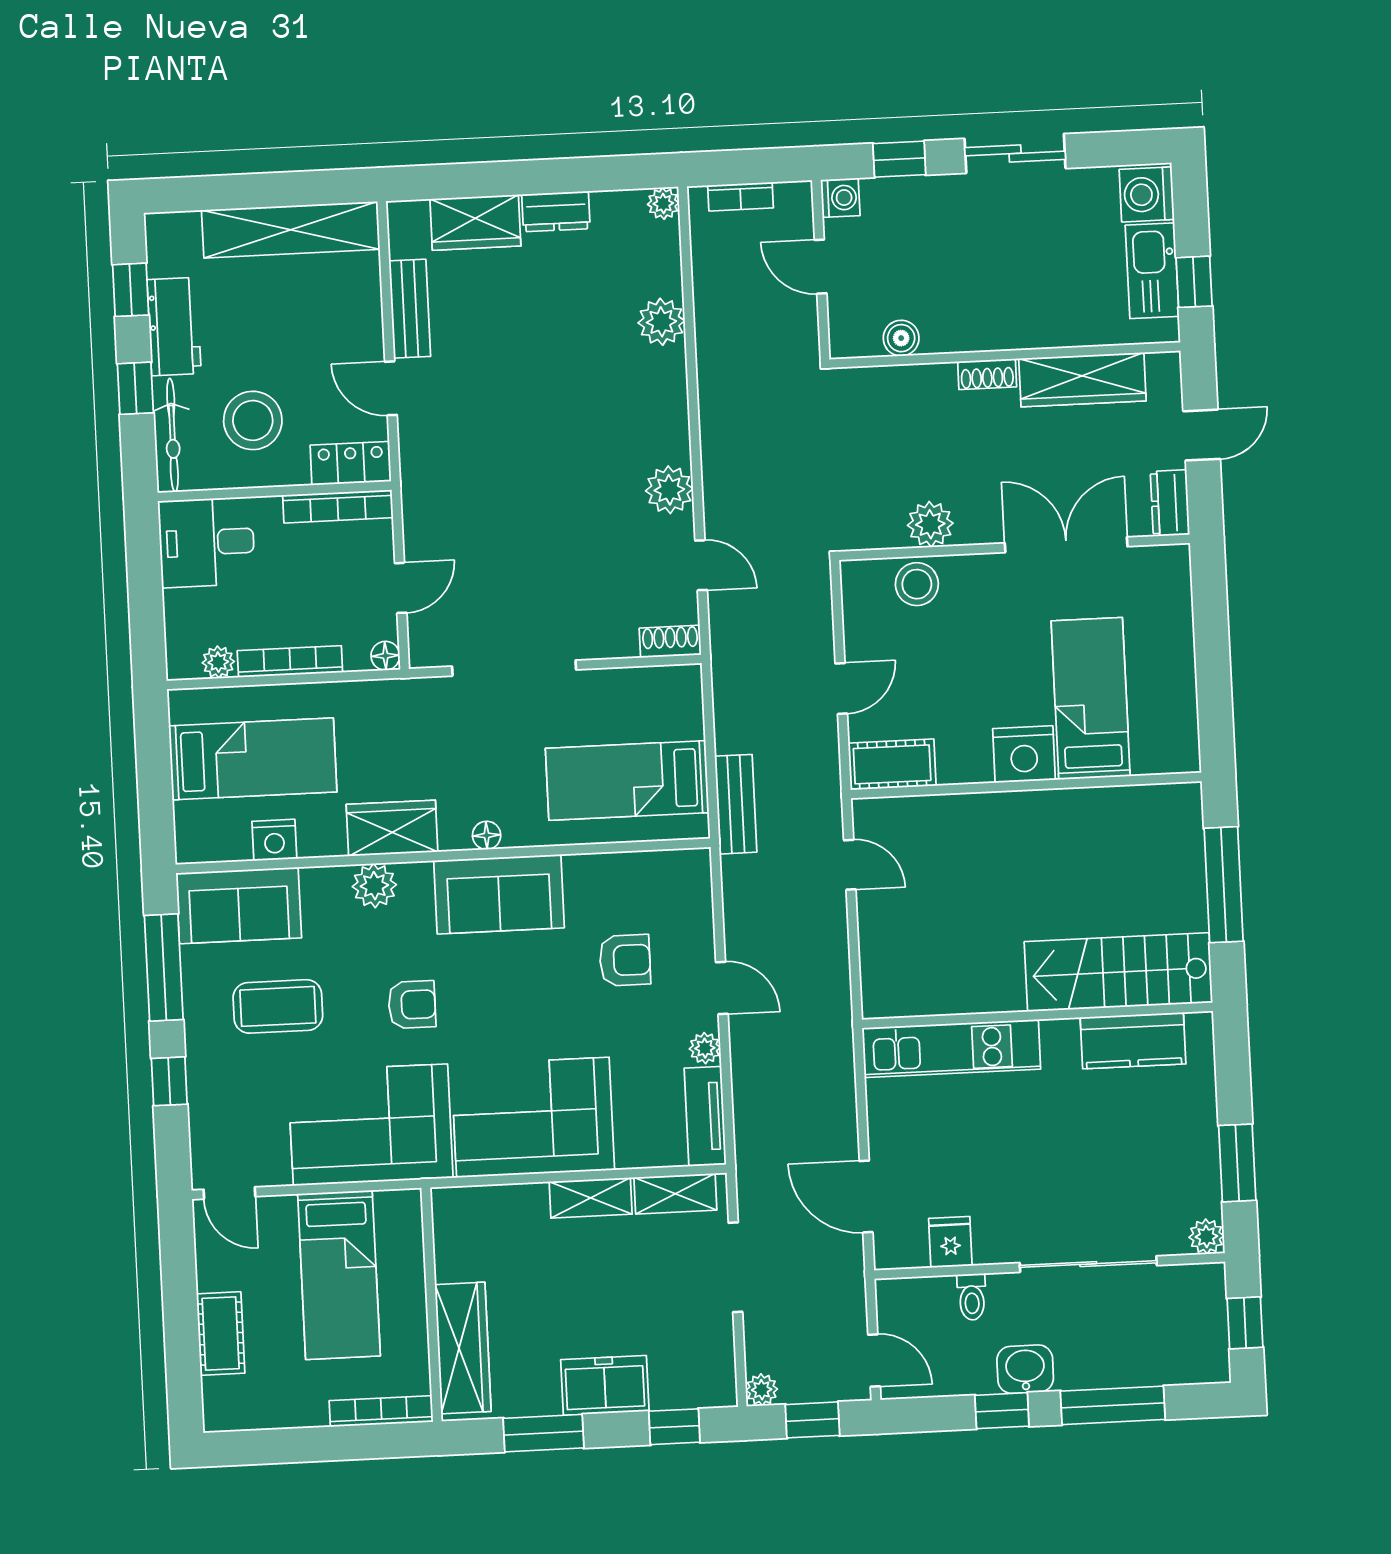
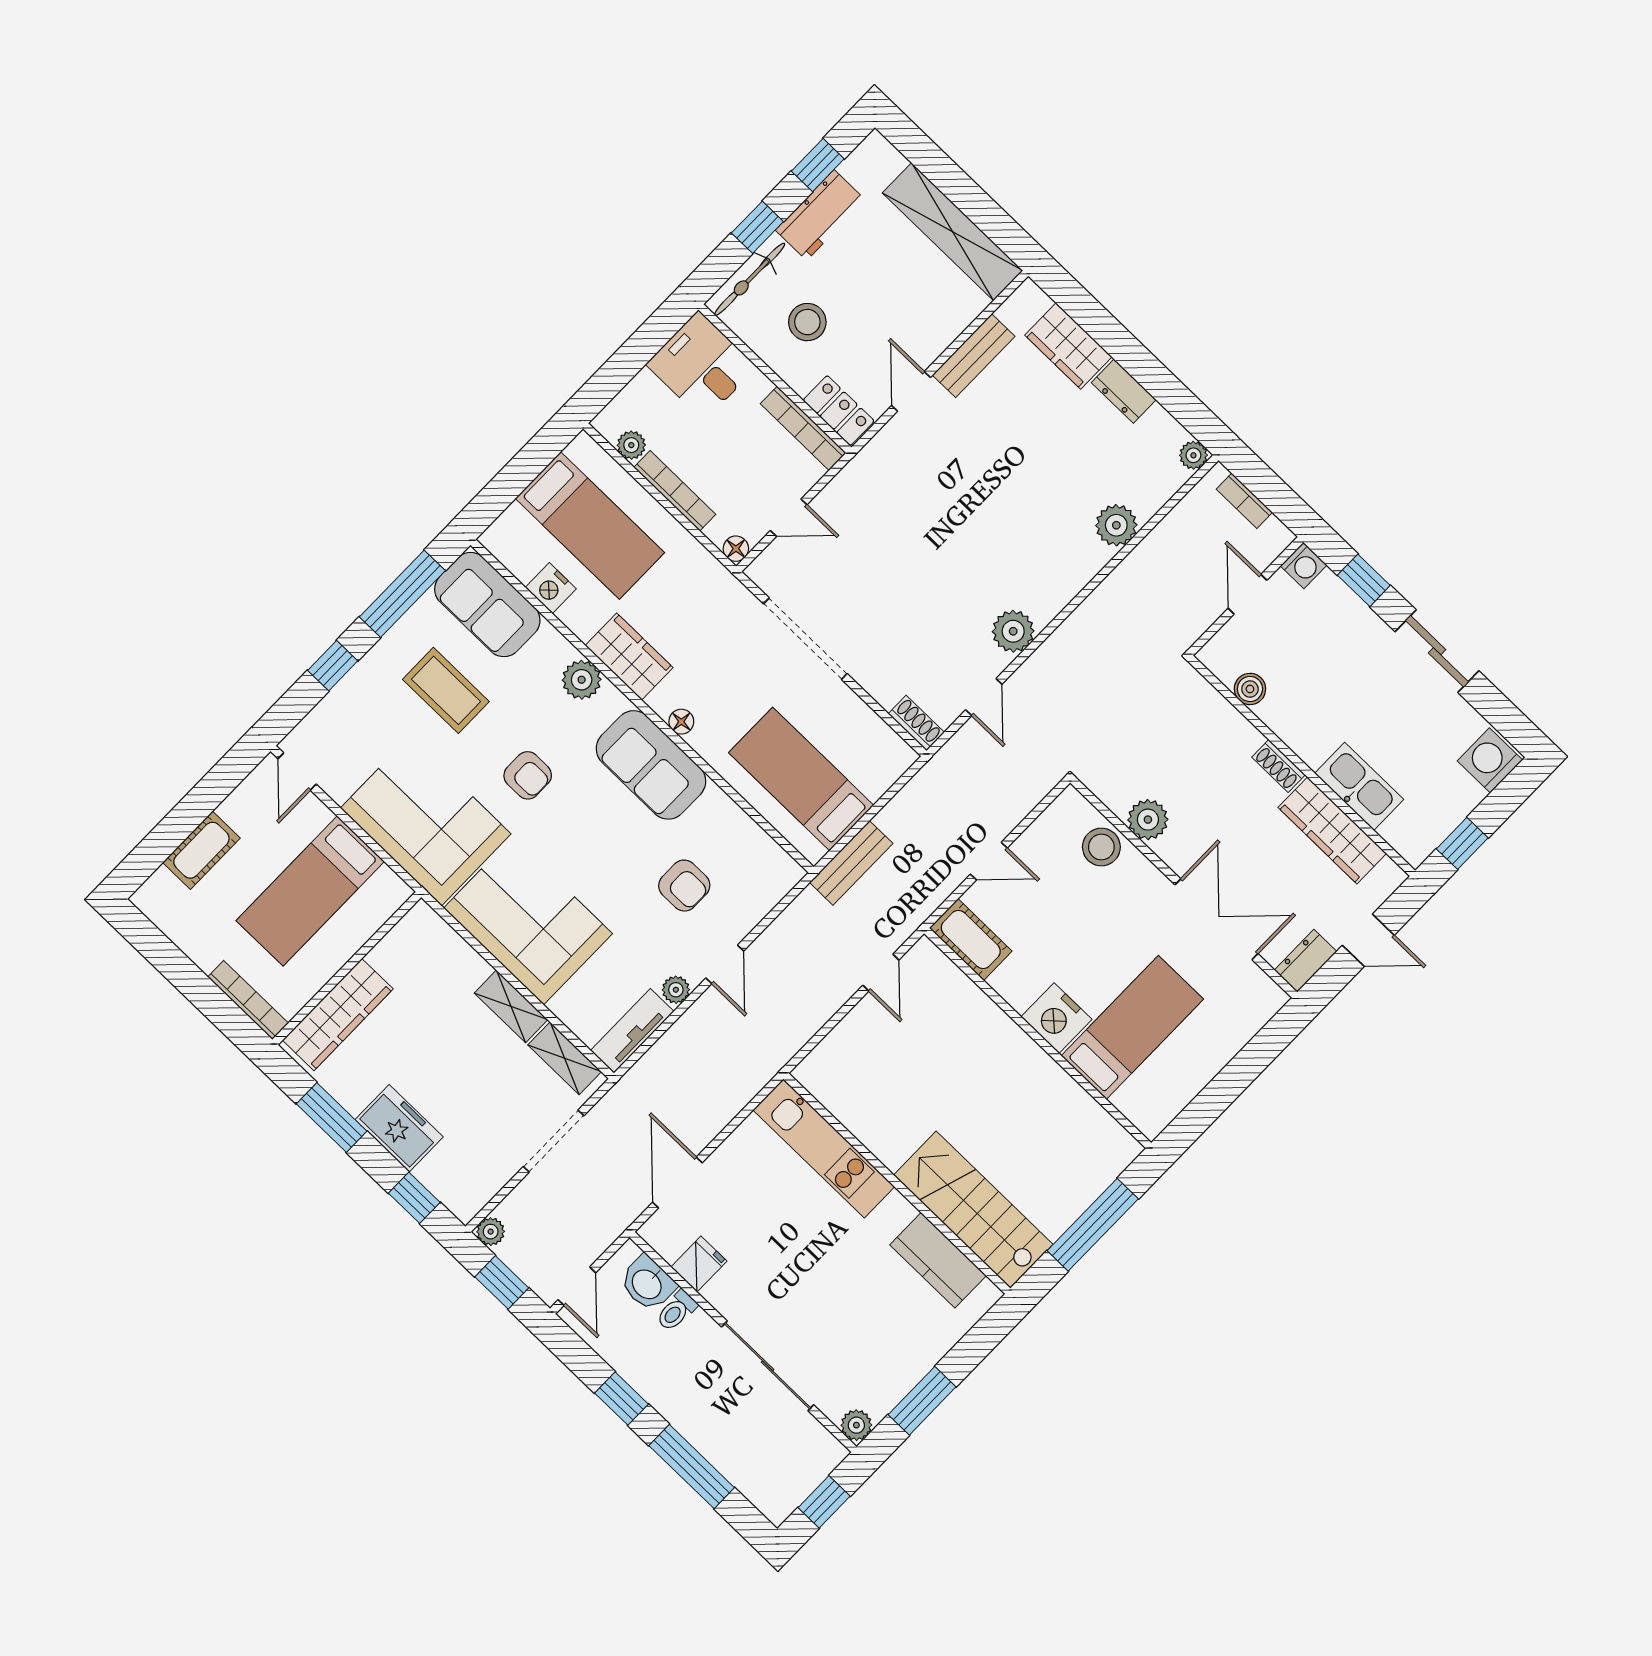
kitchen sink: (1152, 271) -> (1359, 786), moved, turned 90
stool: (253, 420) -> (807, 322), width x0.73, depth x0.73
washbasin: (1025, 1369) -> (648, 1283), moved, turned 180

